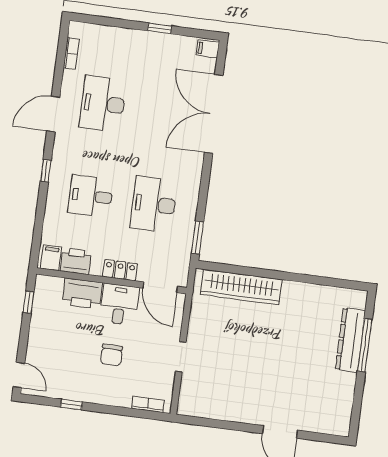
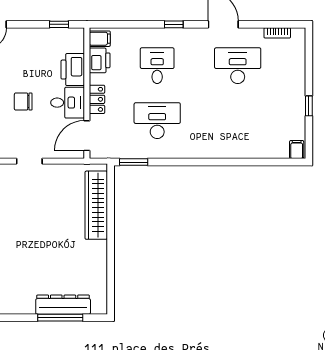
double door: (214, 114) -> (241, 162), removed

